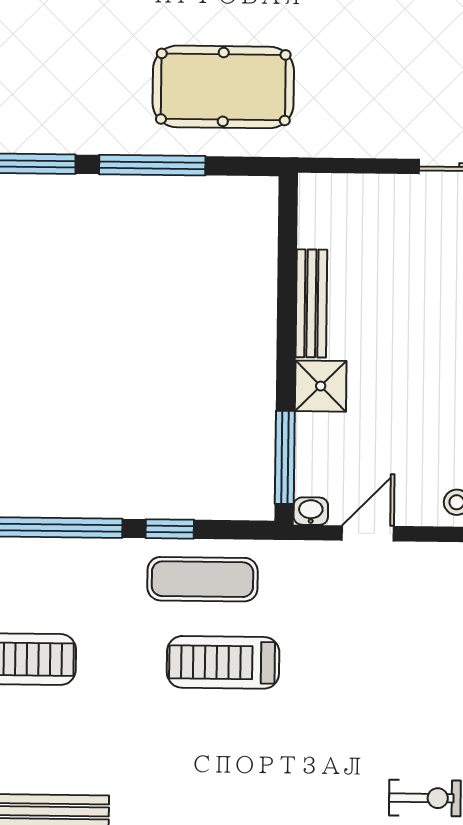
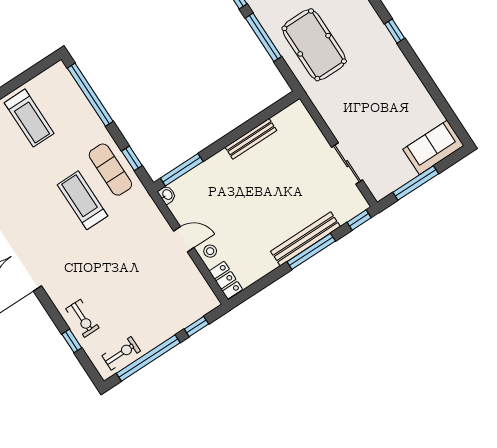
shower: (321, 386) -> (220, 165), removed
window: (170, 529) -> (132, 158), moved
door: (368, 533) -> (184, 239), moved

